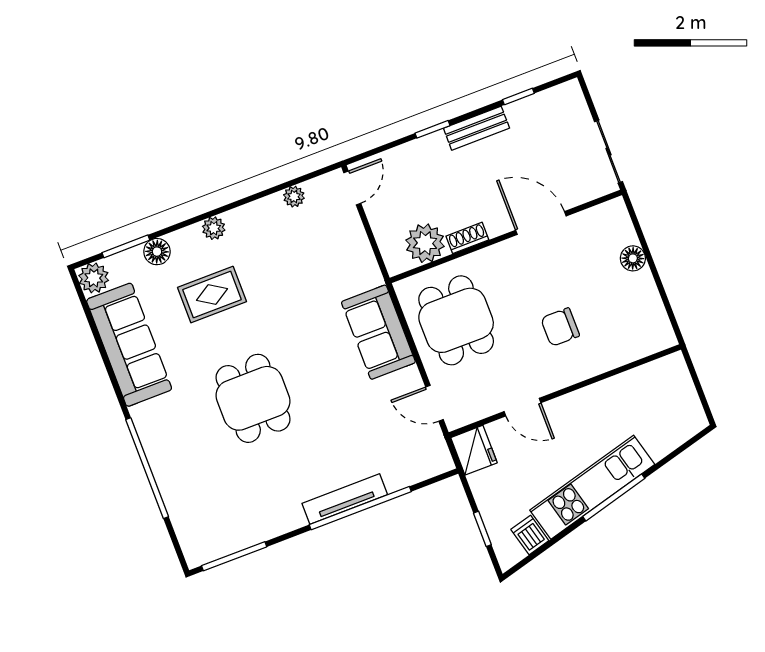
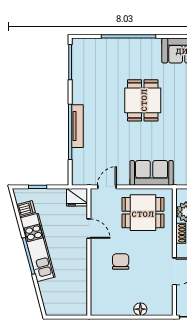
dining table: (253, 398) -> (143, 100), turned 90
door: (523, 407) -> (89, 229), swing flipped

